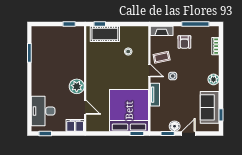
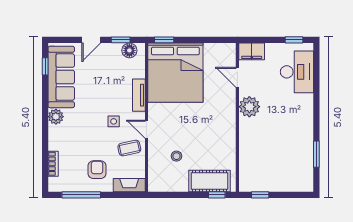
sofa: (210, 107) -> (61, 77), width x1.36
floor lamp: (175, 126) -> (129, 50), moved

